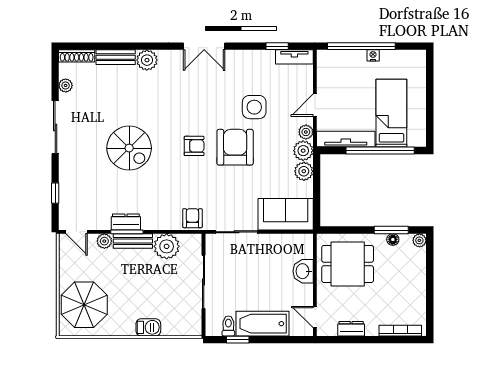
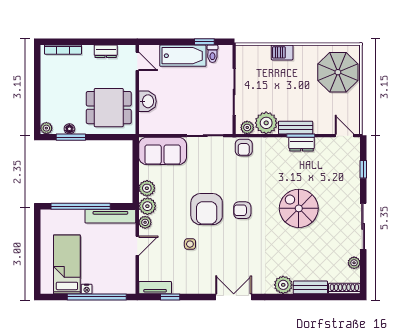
side table: (254, 107) -> (190, 244), width x0.54, depth x0.54
bed: (391, 113) -> (67, 264), moved, turned 180
plant: (104, 241) -> (247, 127), moved

